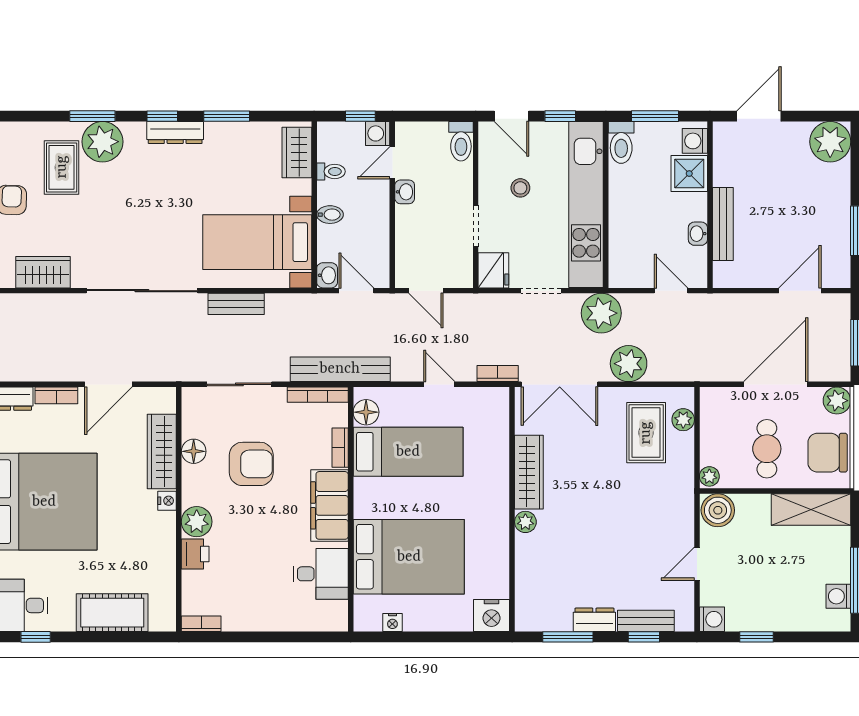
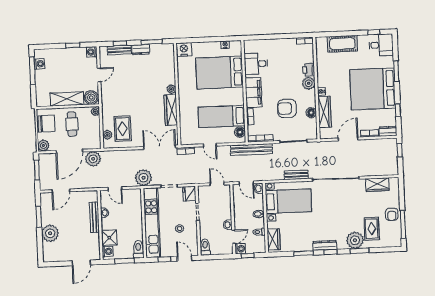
plant: (830, 142) -> (50, 233), moved
plant: (629, 364) -> (93, 159), moved
shelving: (811, 510) -> (67, 99), moved

